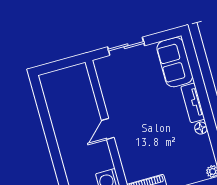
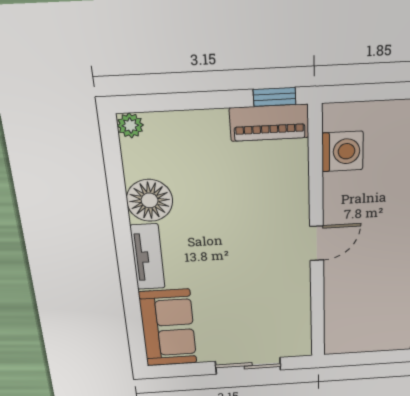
floor lamp: (201, 128) -> (150, 200), width x1.89, depth x1.89

